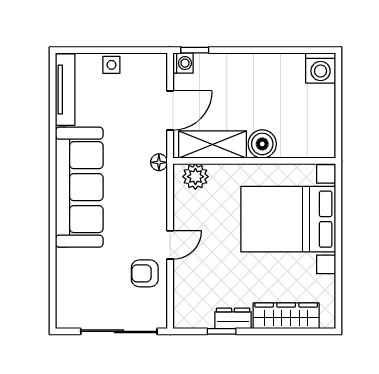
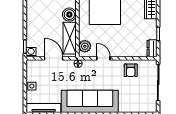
door: (170, 245) -> (103, 58), moved
dresser: (233, 318) -> (152, 48), moved

